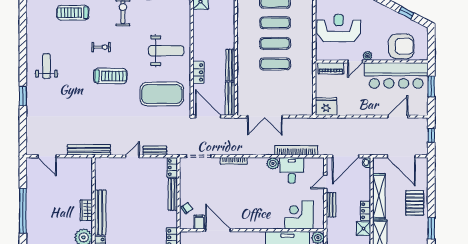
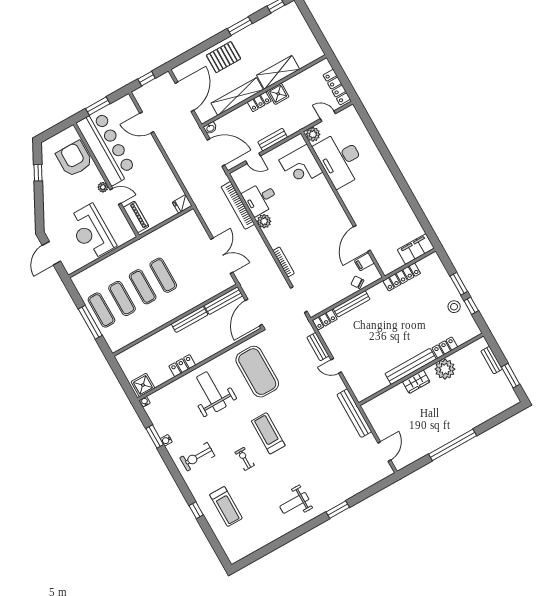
locker: (198, 72) -> (182, 366), moved
fridge: (326, 106) -> (182, 204), width x0.53, depth x0.75

